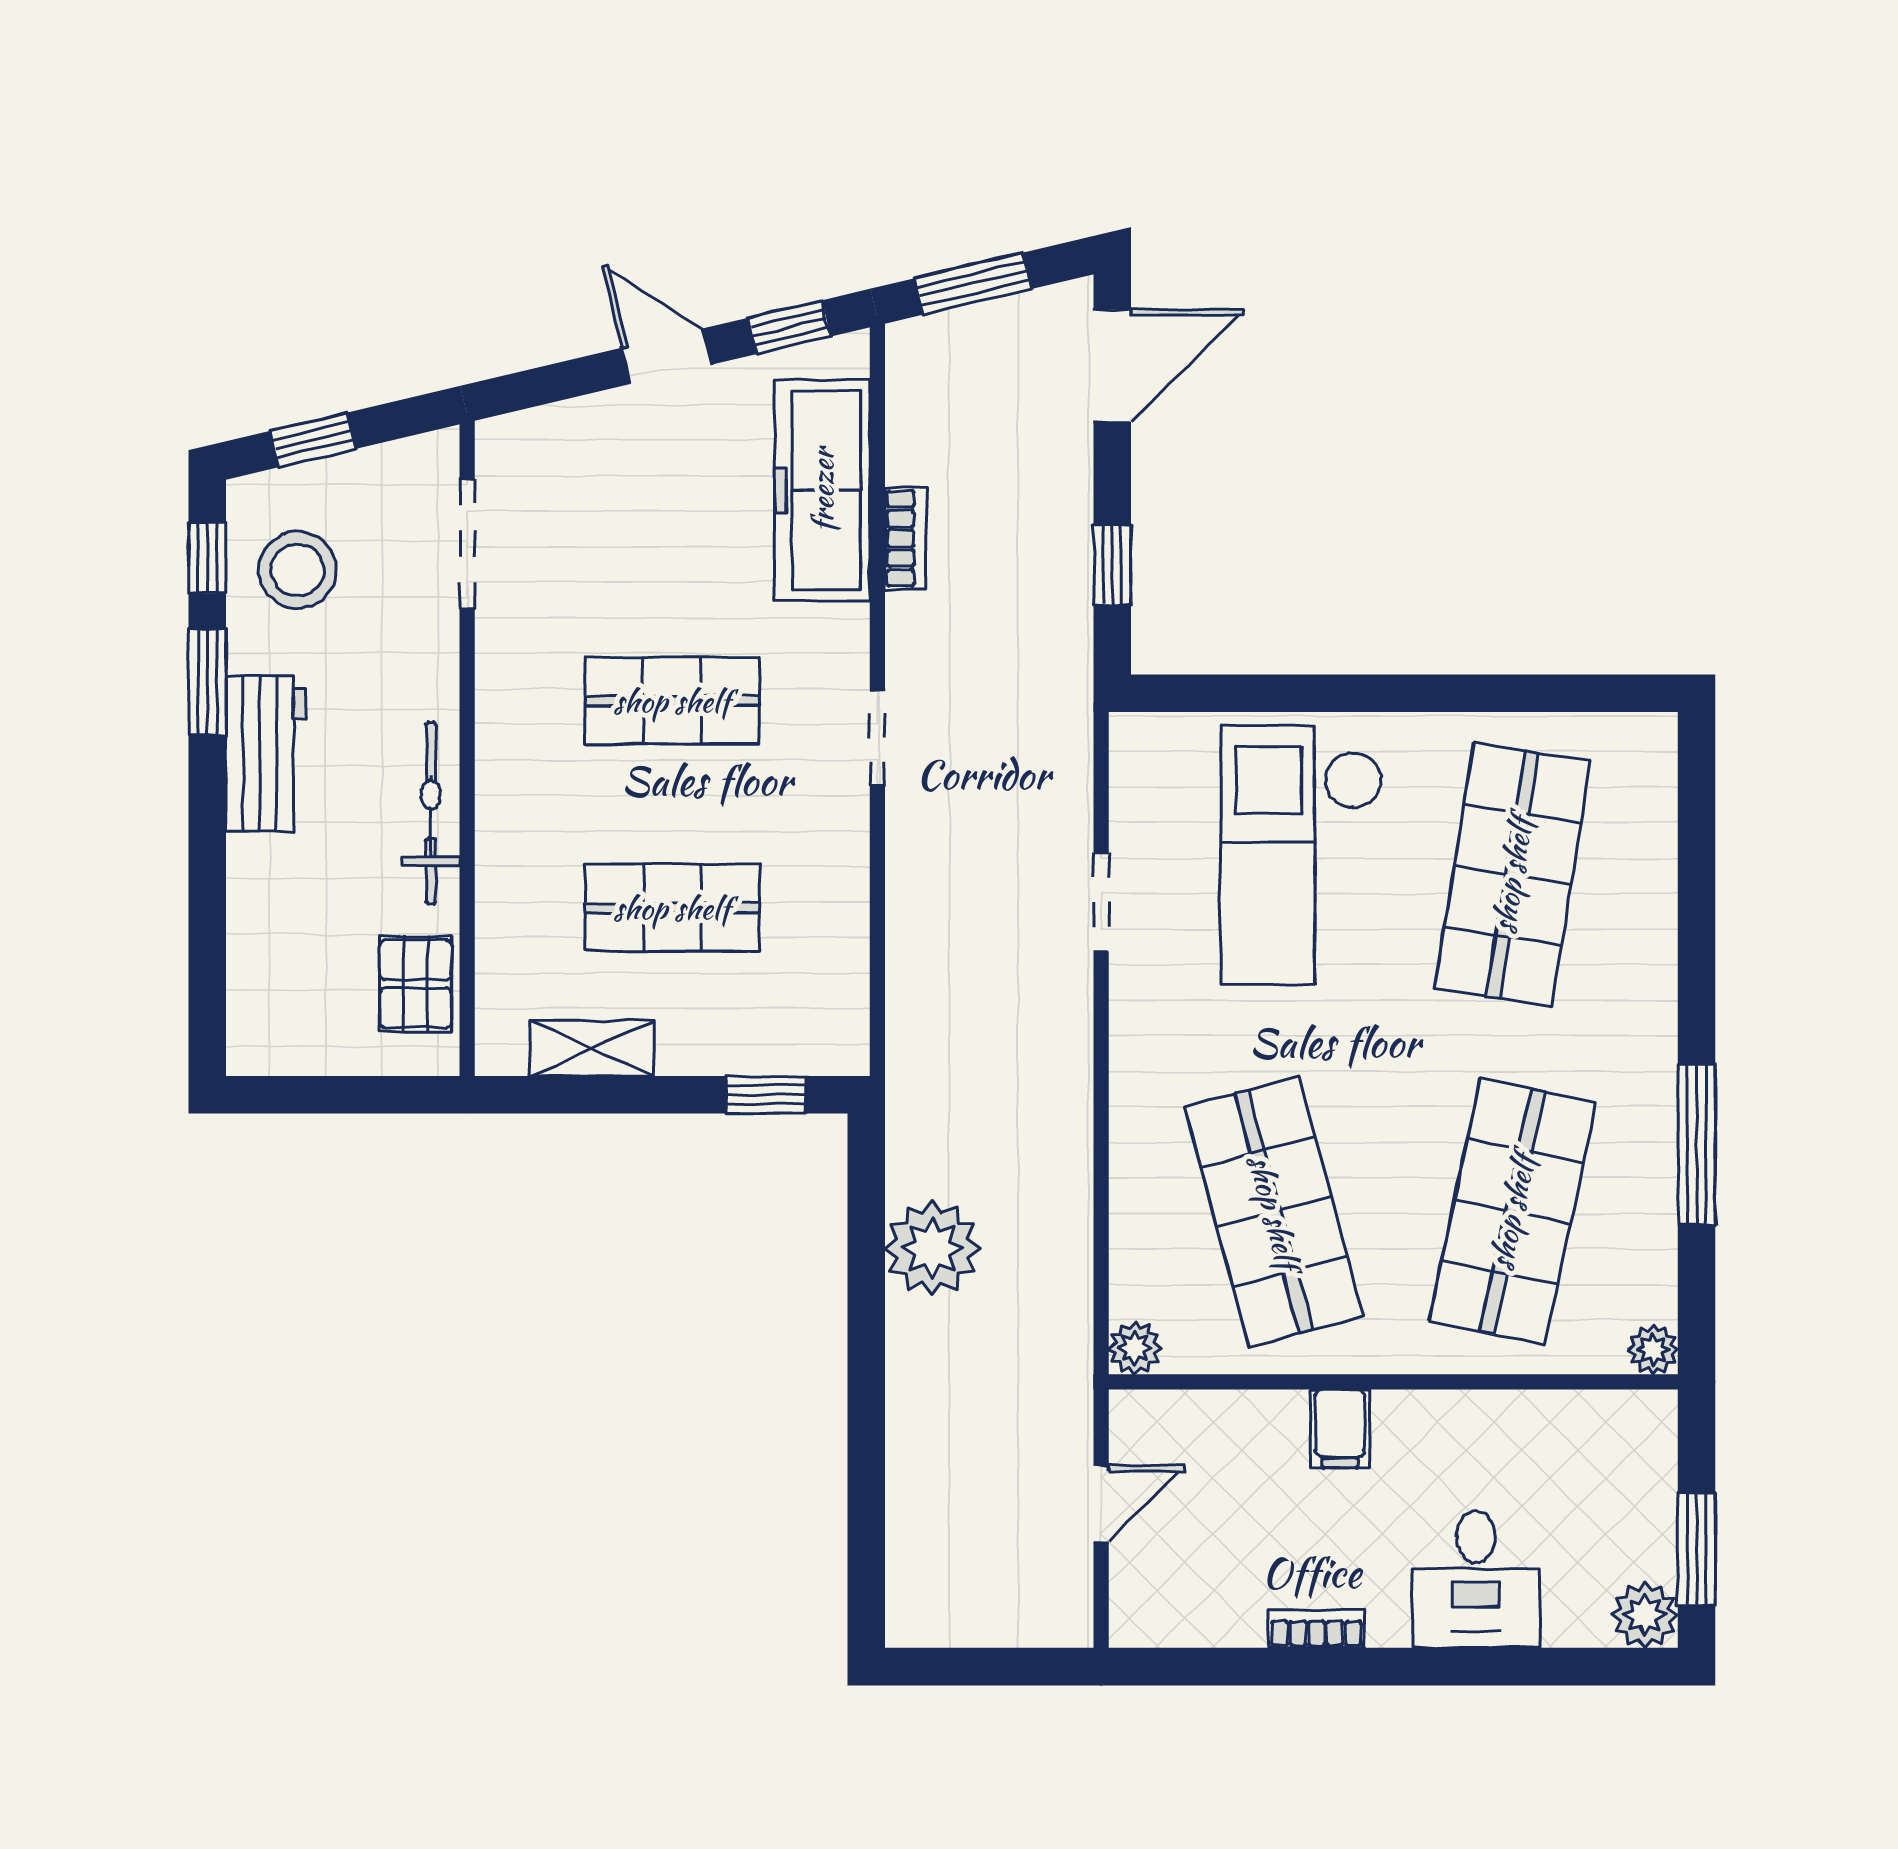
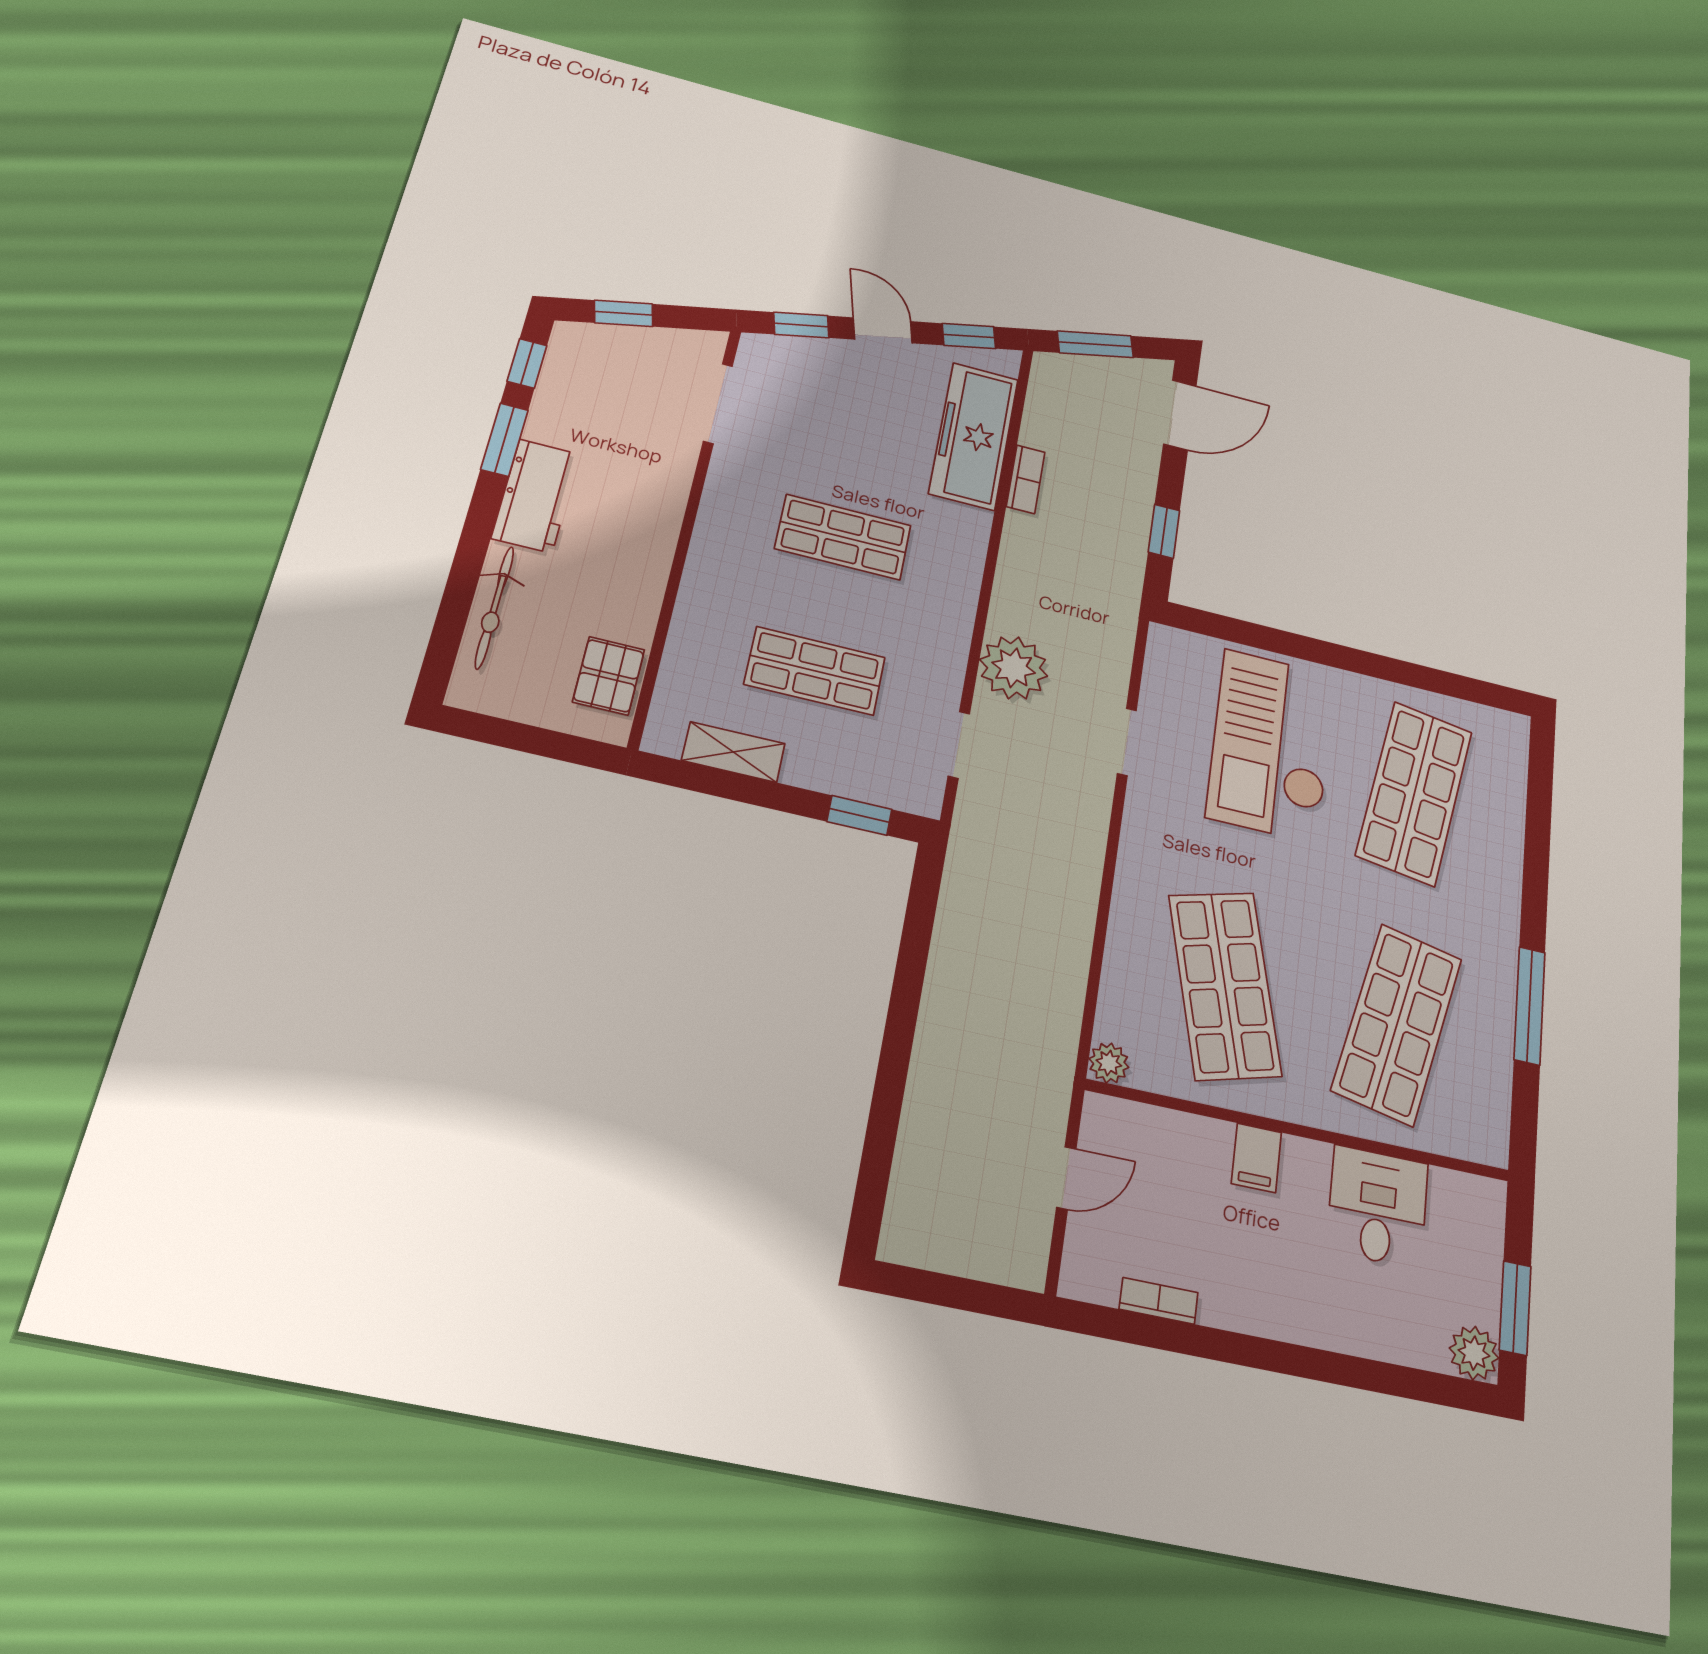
window: (553, 383) -> (801, 325), added
stool: (297, 570) -> (591, 388), removed
doorway: (877, 738) -> (959, 745), moved
bicycle: (431, 813) -> (494, 607), moved, turned 180
plant: (932, 1248) -> (1014, 668), moved
plant: (1653, 1350) -> (1491, 1147), removed
desk: (1476, 1579) -> (1378, 1207), moved, turned 180
bookcase: (1317, 1629) -> (1159, 1301), moved

